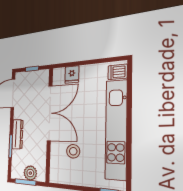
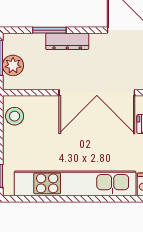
stool: (73, 151) -> (15, 116), moved

